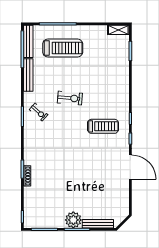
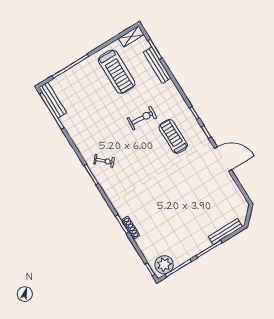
treadmill: (63, 48) -> (117, 72), moved, turned 90
bench: (28, 75) -> (157, 65), moved
exercise bike: (70, 98) -> (142, 118), moved
treadmill: (103, 126) -> (173, 136), turned -90
plant: (73, 220) -> (164, 265), moved

